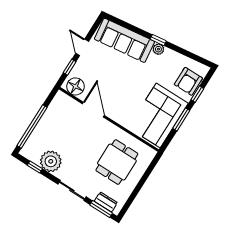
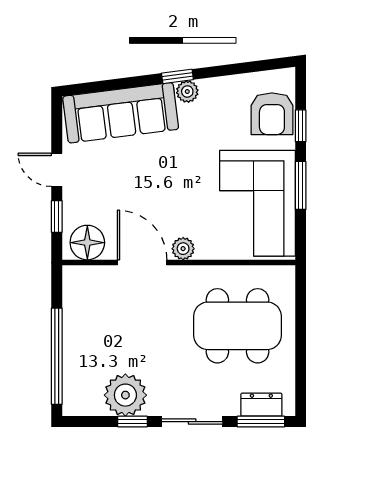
plant: (114, 115) -> (183, 249), added
dining table: (117, 162) -> (237, 326), width x1.38
window: (35, 167) -> (132, 422), moved

